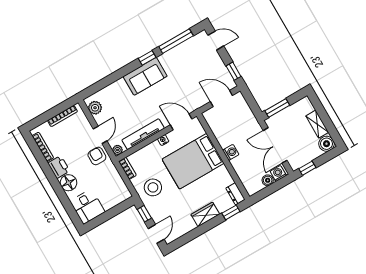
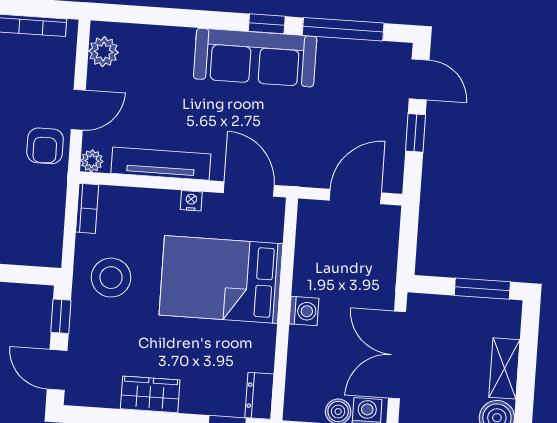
window: (233, 71) -> (415, 133), moved
sofa: (145, 76) -> (255, 58), width x1.36
door: (221, 98) -> (355, 197), hinge flipped
window: (277, 108) -> (482, 289), moved
armchair: (97, 156) -> (45, 146), turned 180
wardrobe: (205, 214) -> (150, 394), moved
door: (156, 234) -> (57, 370), swing flipped

